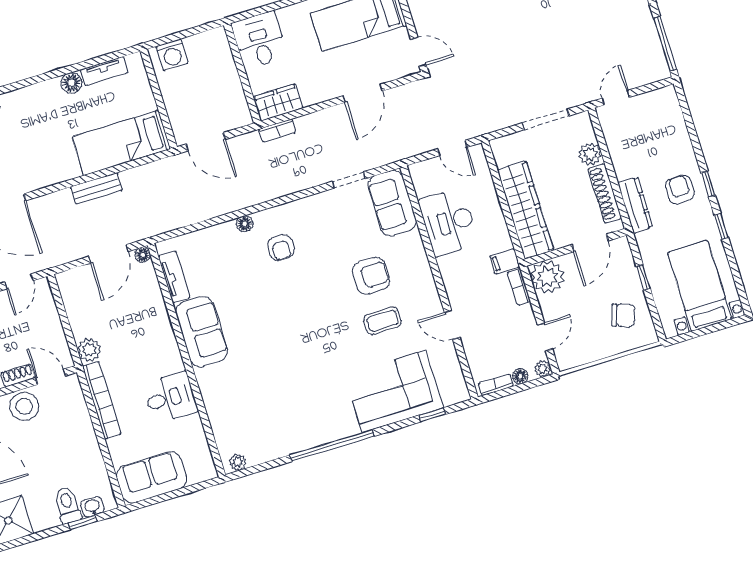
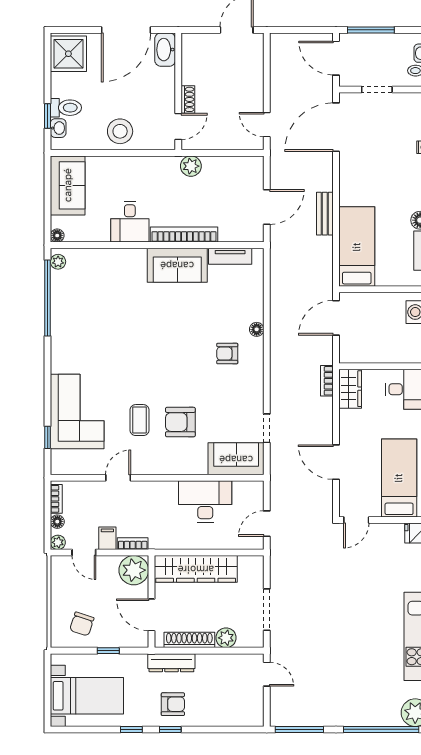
door: (108, 254) -> (267, 207), swing flipped
floor lamp: (143, 255) -> (57, 236), moved
filing cabinet: (505, 261) -> (107, 538), moved
armchair: (371, 276) -> (180, 422), turned 90
bookcase: (102, 400) -> (184, 235), moved, turned 180
stool: (24, 406) -> (120, 131), moved
window: (332, 446) -> (48, 298), moved

